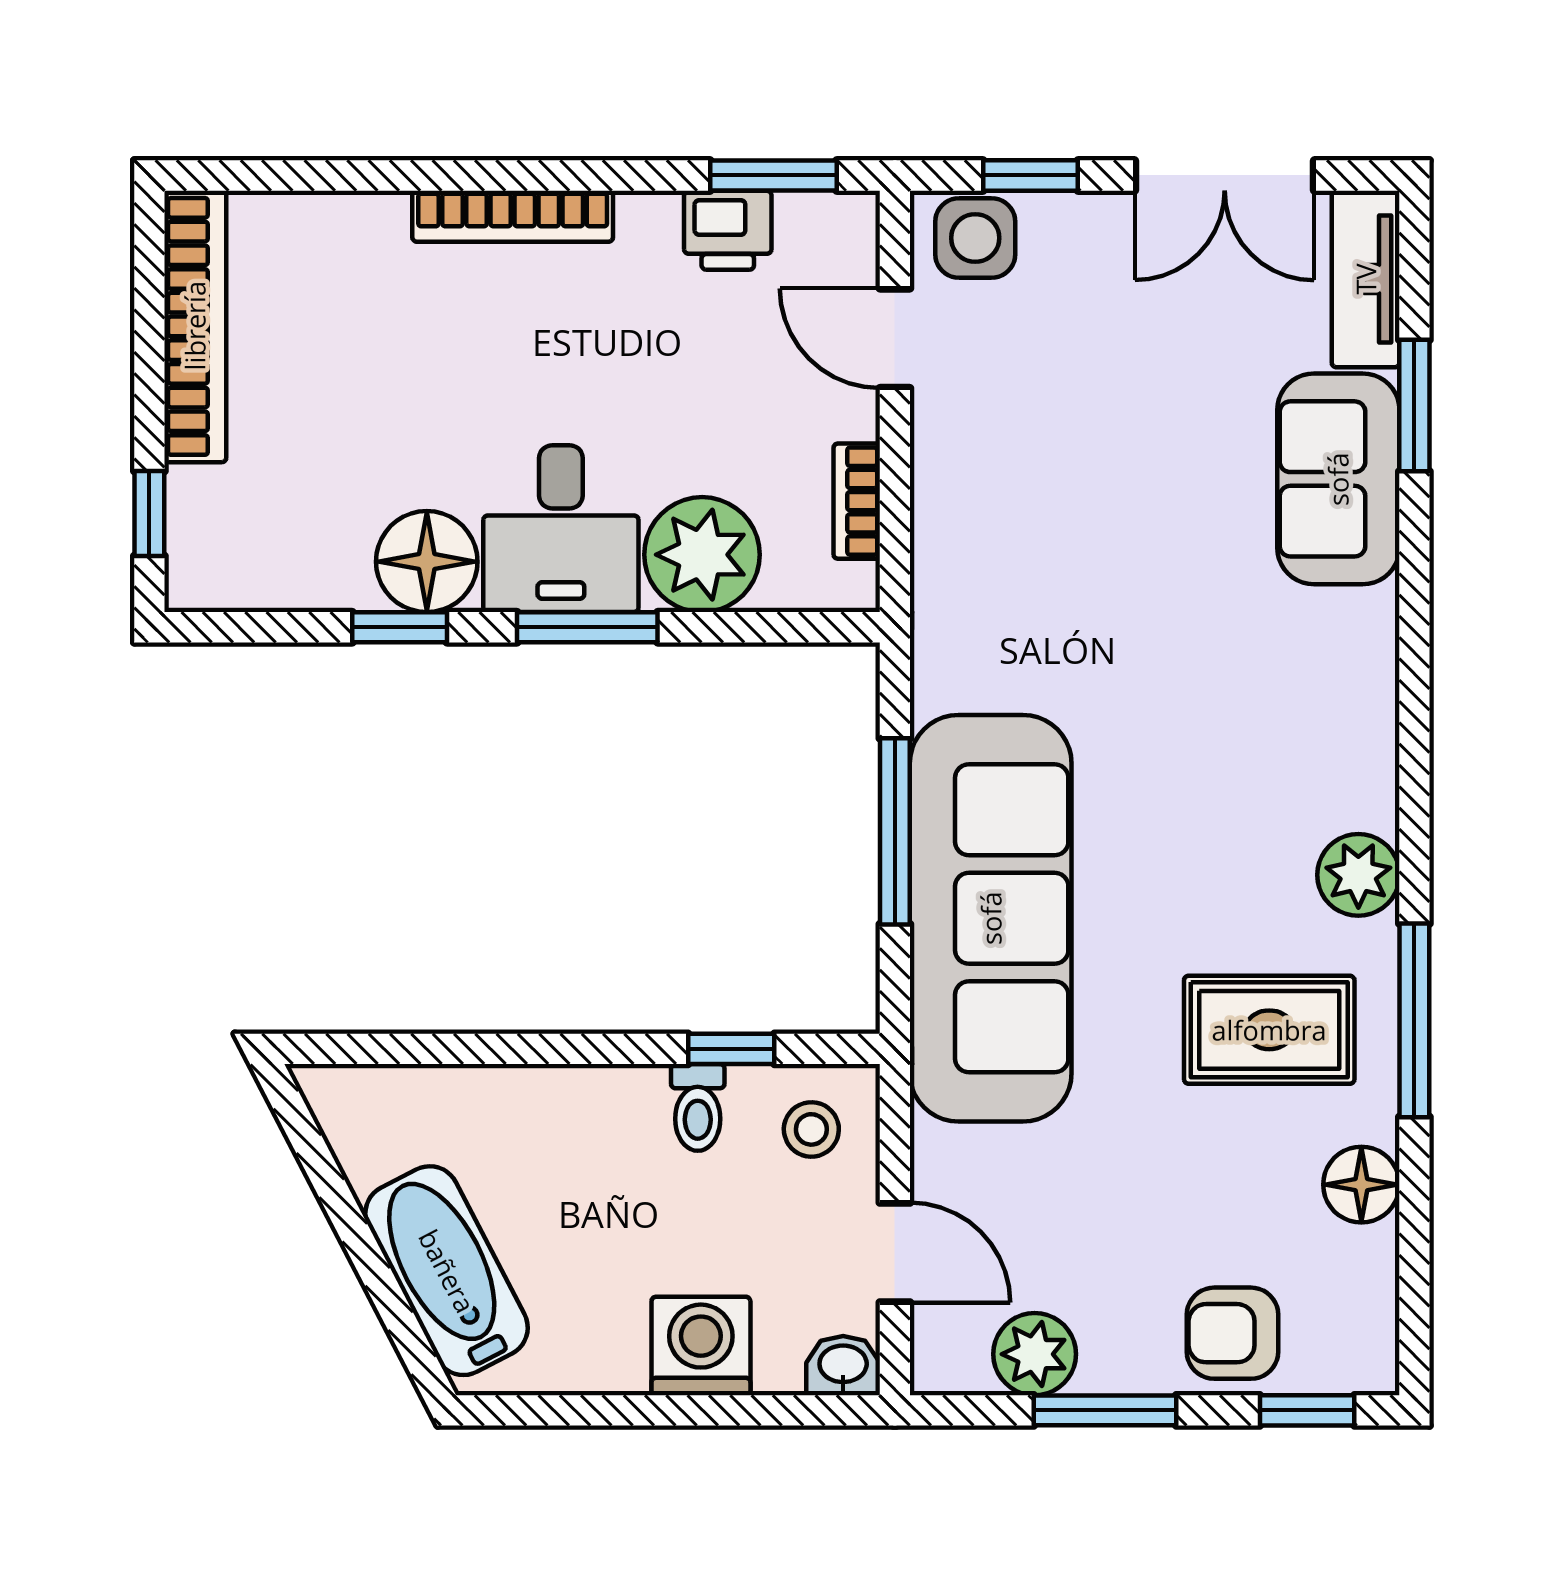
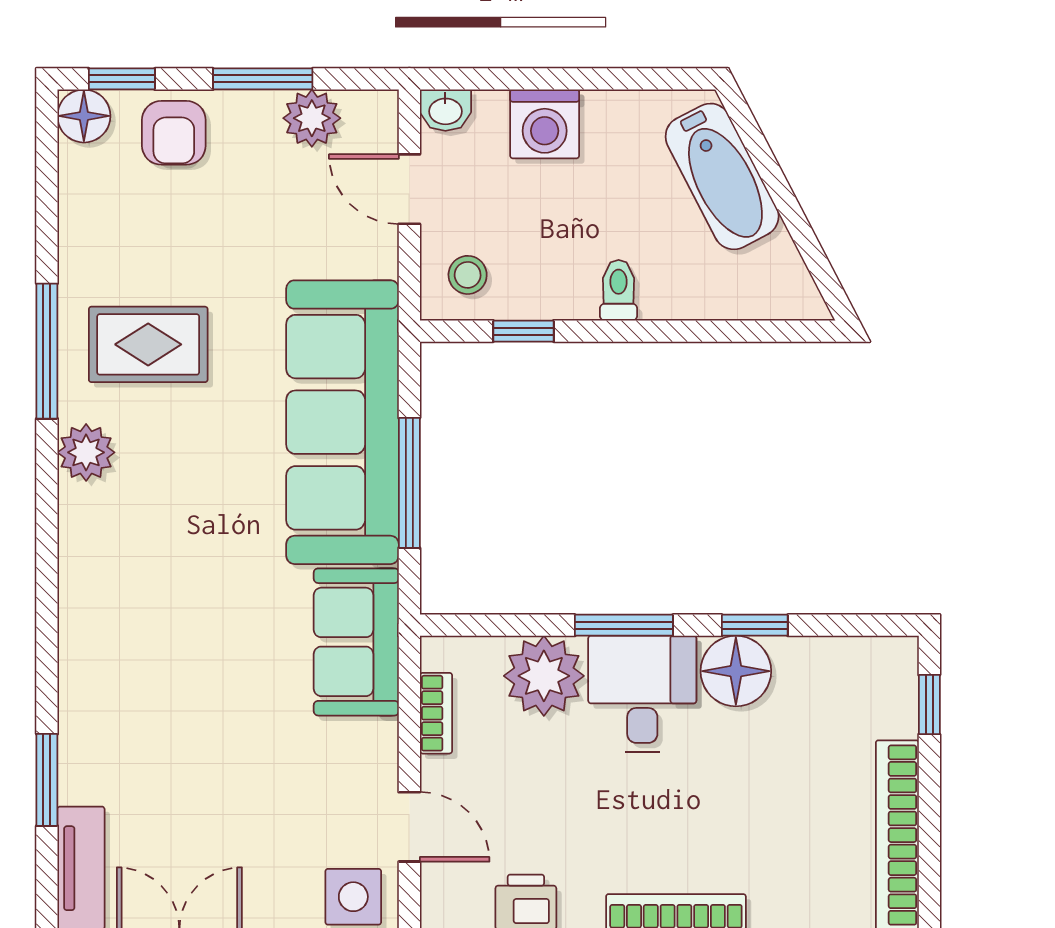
sofa: (1338, 479) -> (356, 642), moved, turned 180
toilet: (698, 1107) -> (619, 290), moved
floor lamp: (1361, 1185) -> (84, 116), moved
armchair: (1233, 1333) -> (174, 133), turned 90

